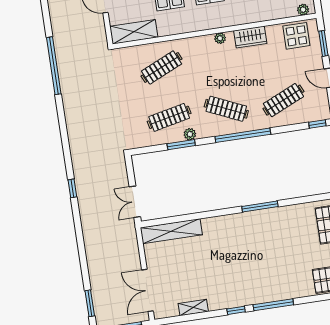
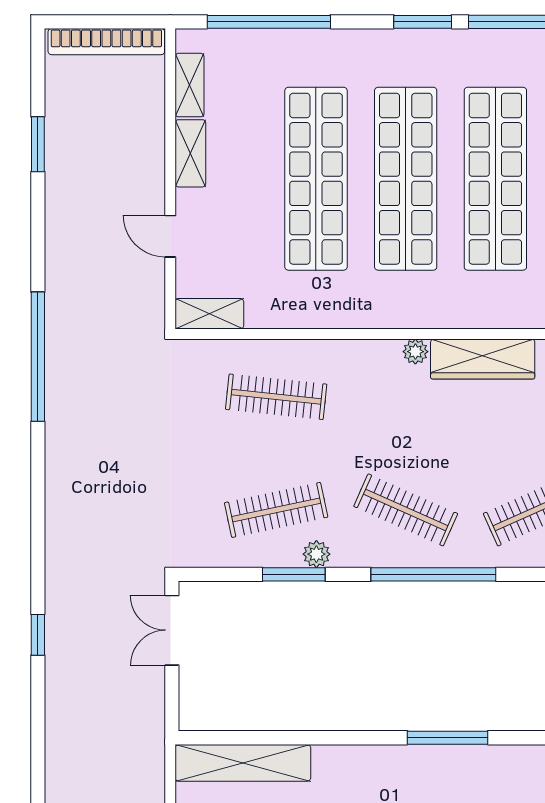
shelving: (134, 32) -> (209, 314), width x0.67, depth x0.75
wardrobe: (250, 37) -> (483, 359), width x1.50
clothes rail: (162, 67) -> (276, 397), turned 30
double door: (135, 202) -> (172, 630), moved

